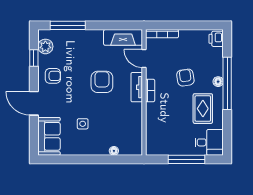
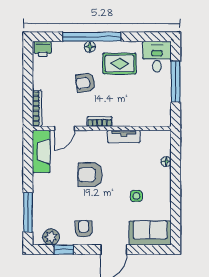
tv unit: (137, 87) -> (124, 136), moved

